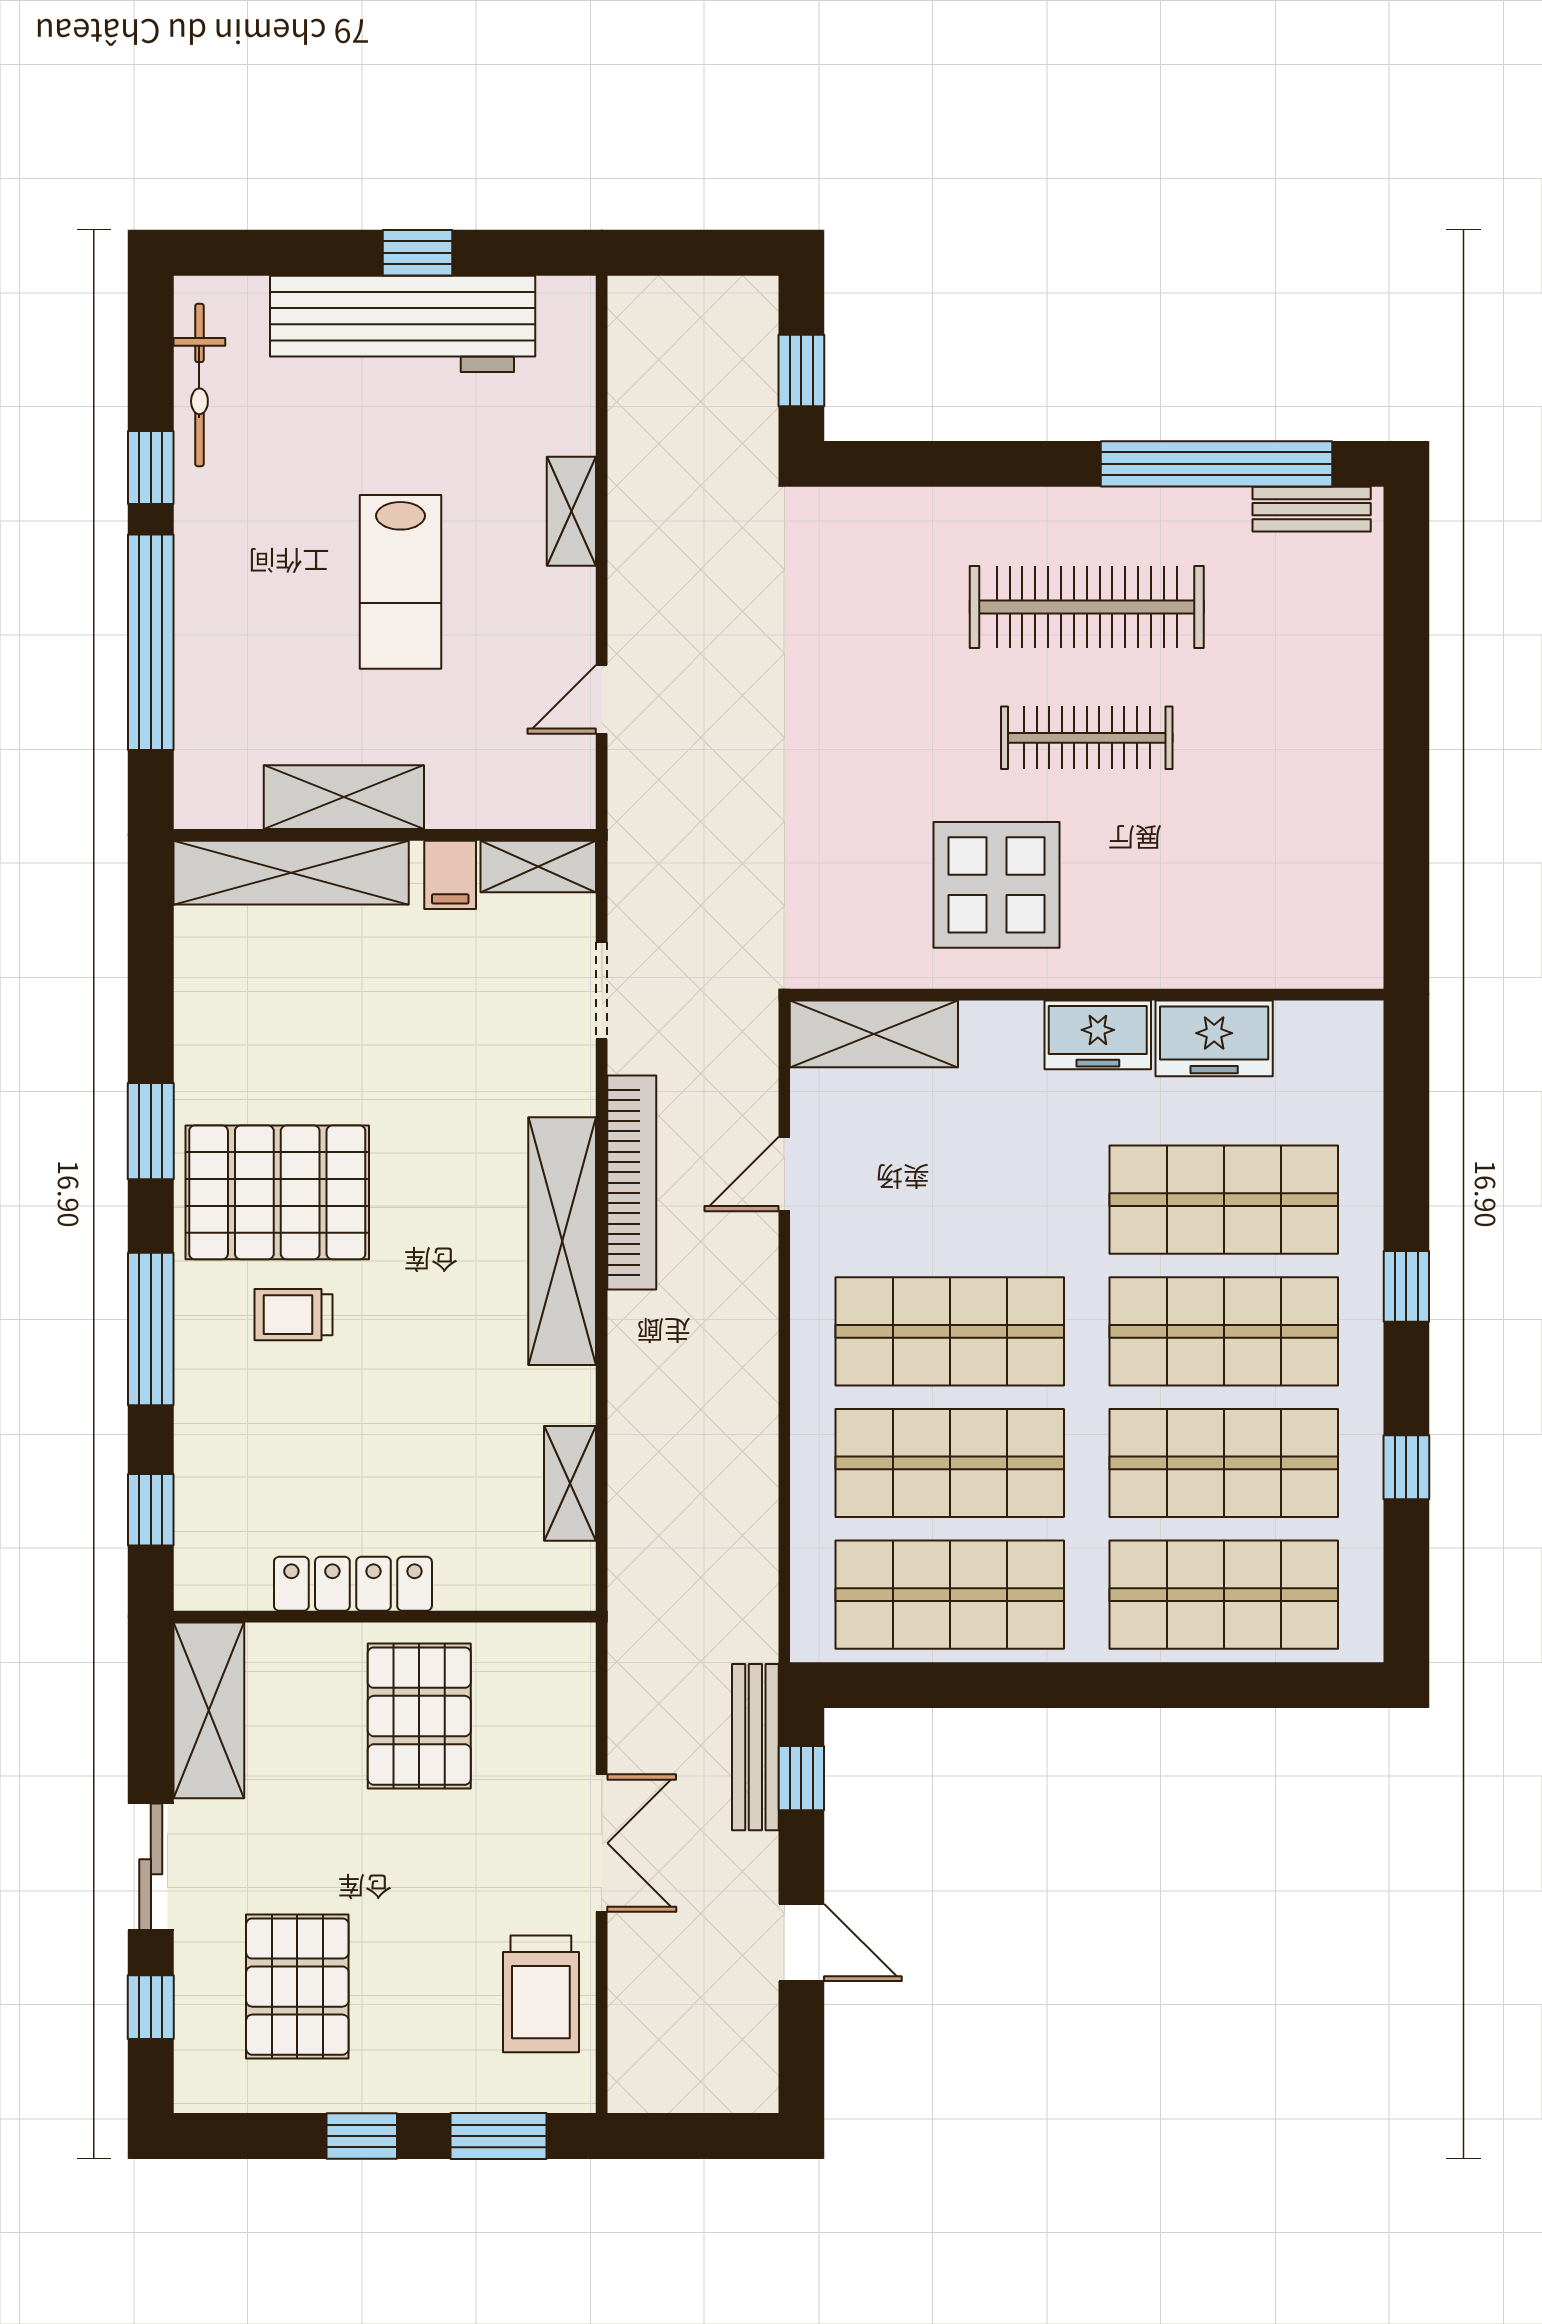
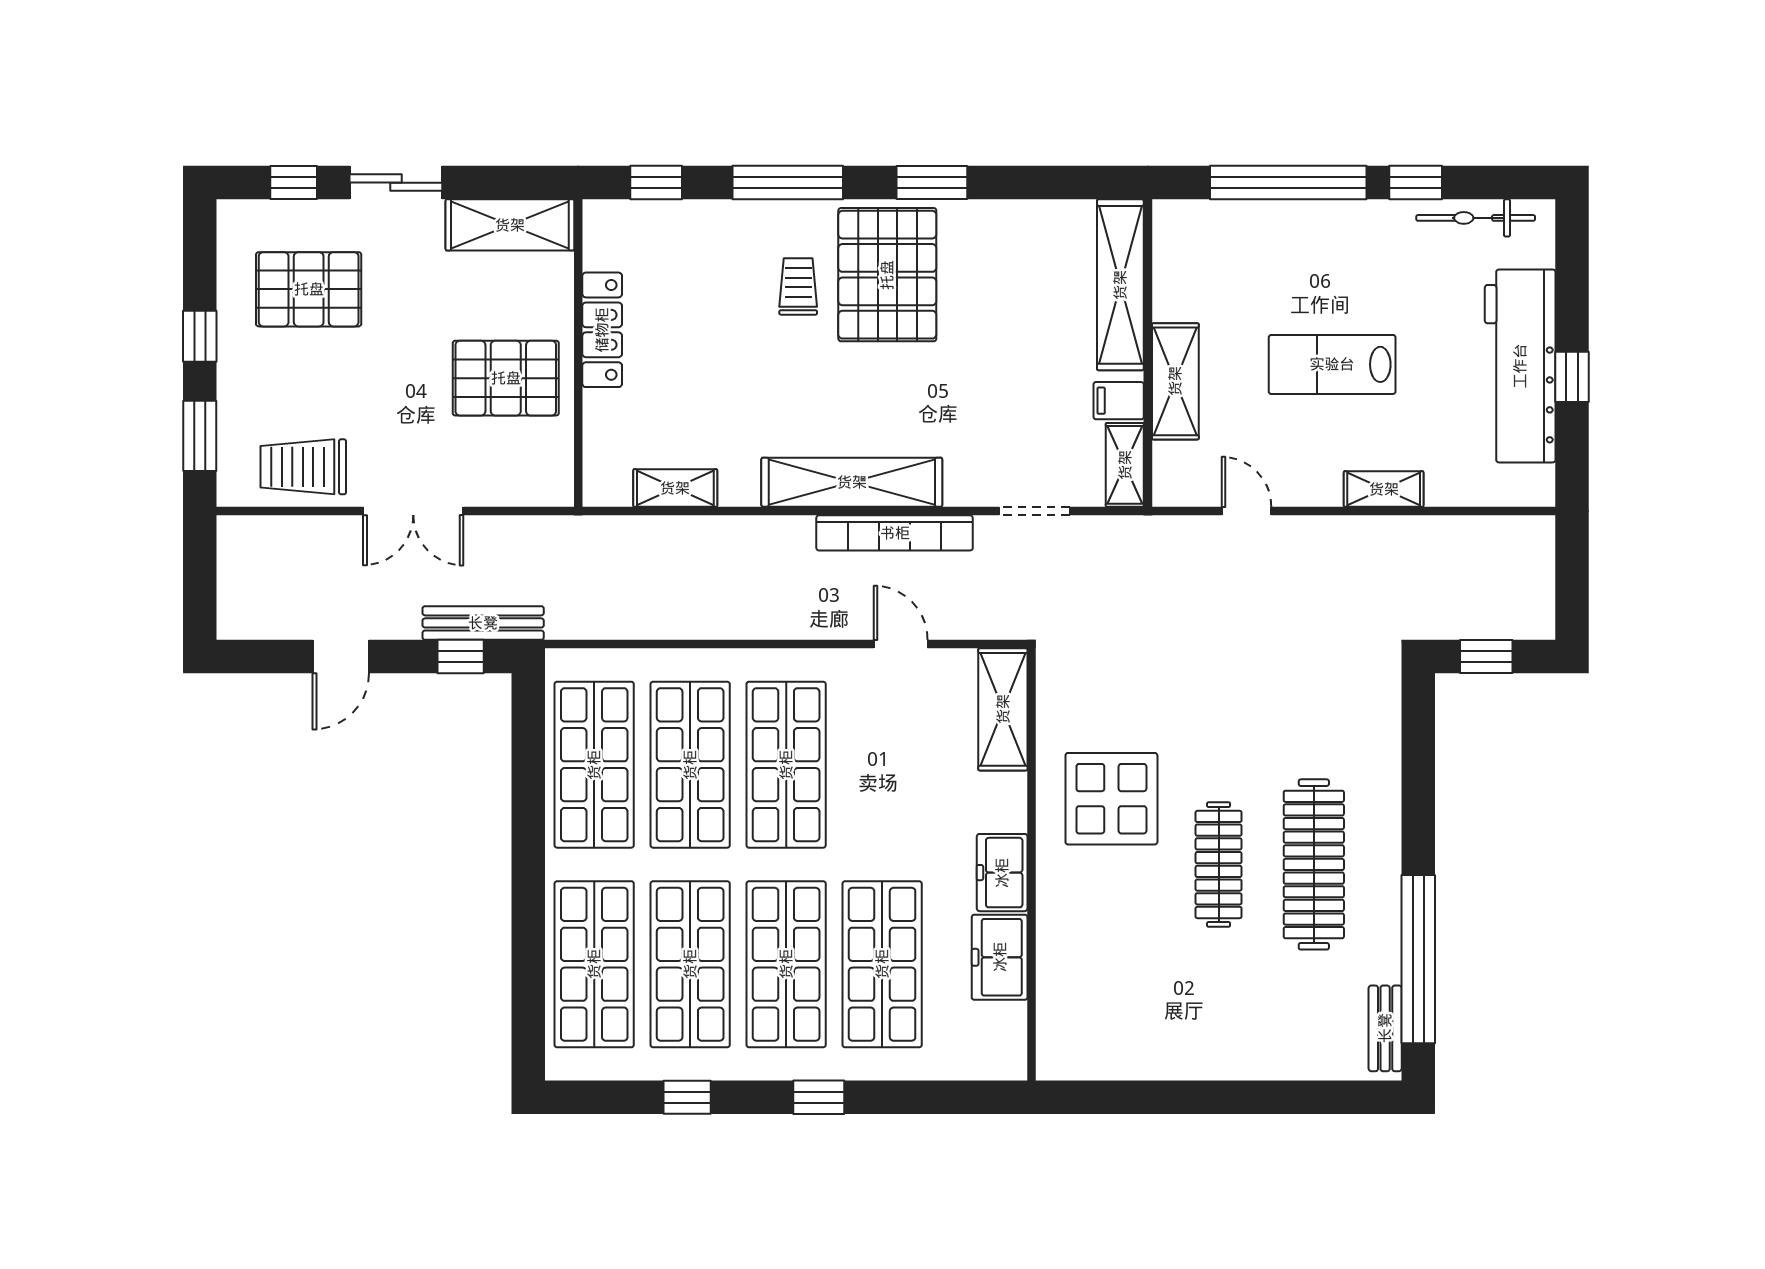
shelving: (344, 797) -> (1175, 381), moved

